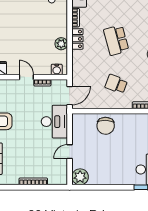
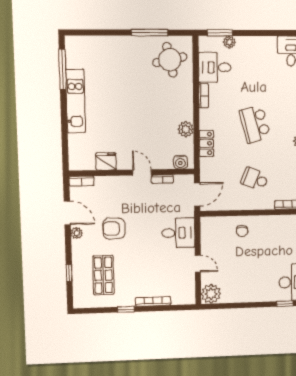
locker: (77, 39) -> (206, 143), moved
desk: (54, 122) -> (178, 233), width x0.73
chair: (106, 126) -> (242, 231), width x0.54, depth x0.54
door: (70, 152) -> (198, 264), swing flipped
window: (11, 187) -> (126, 309), added

